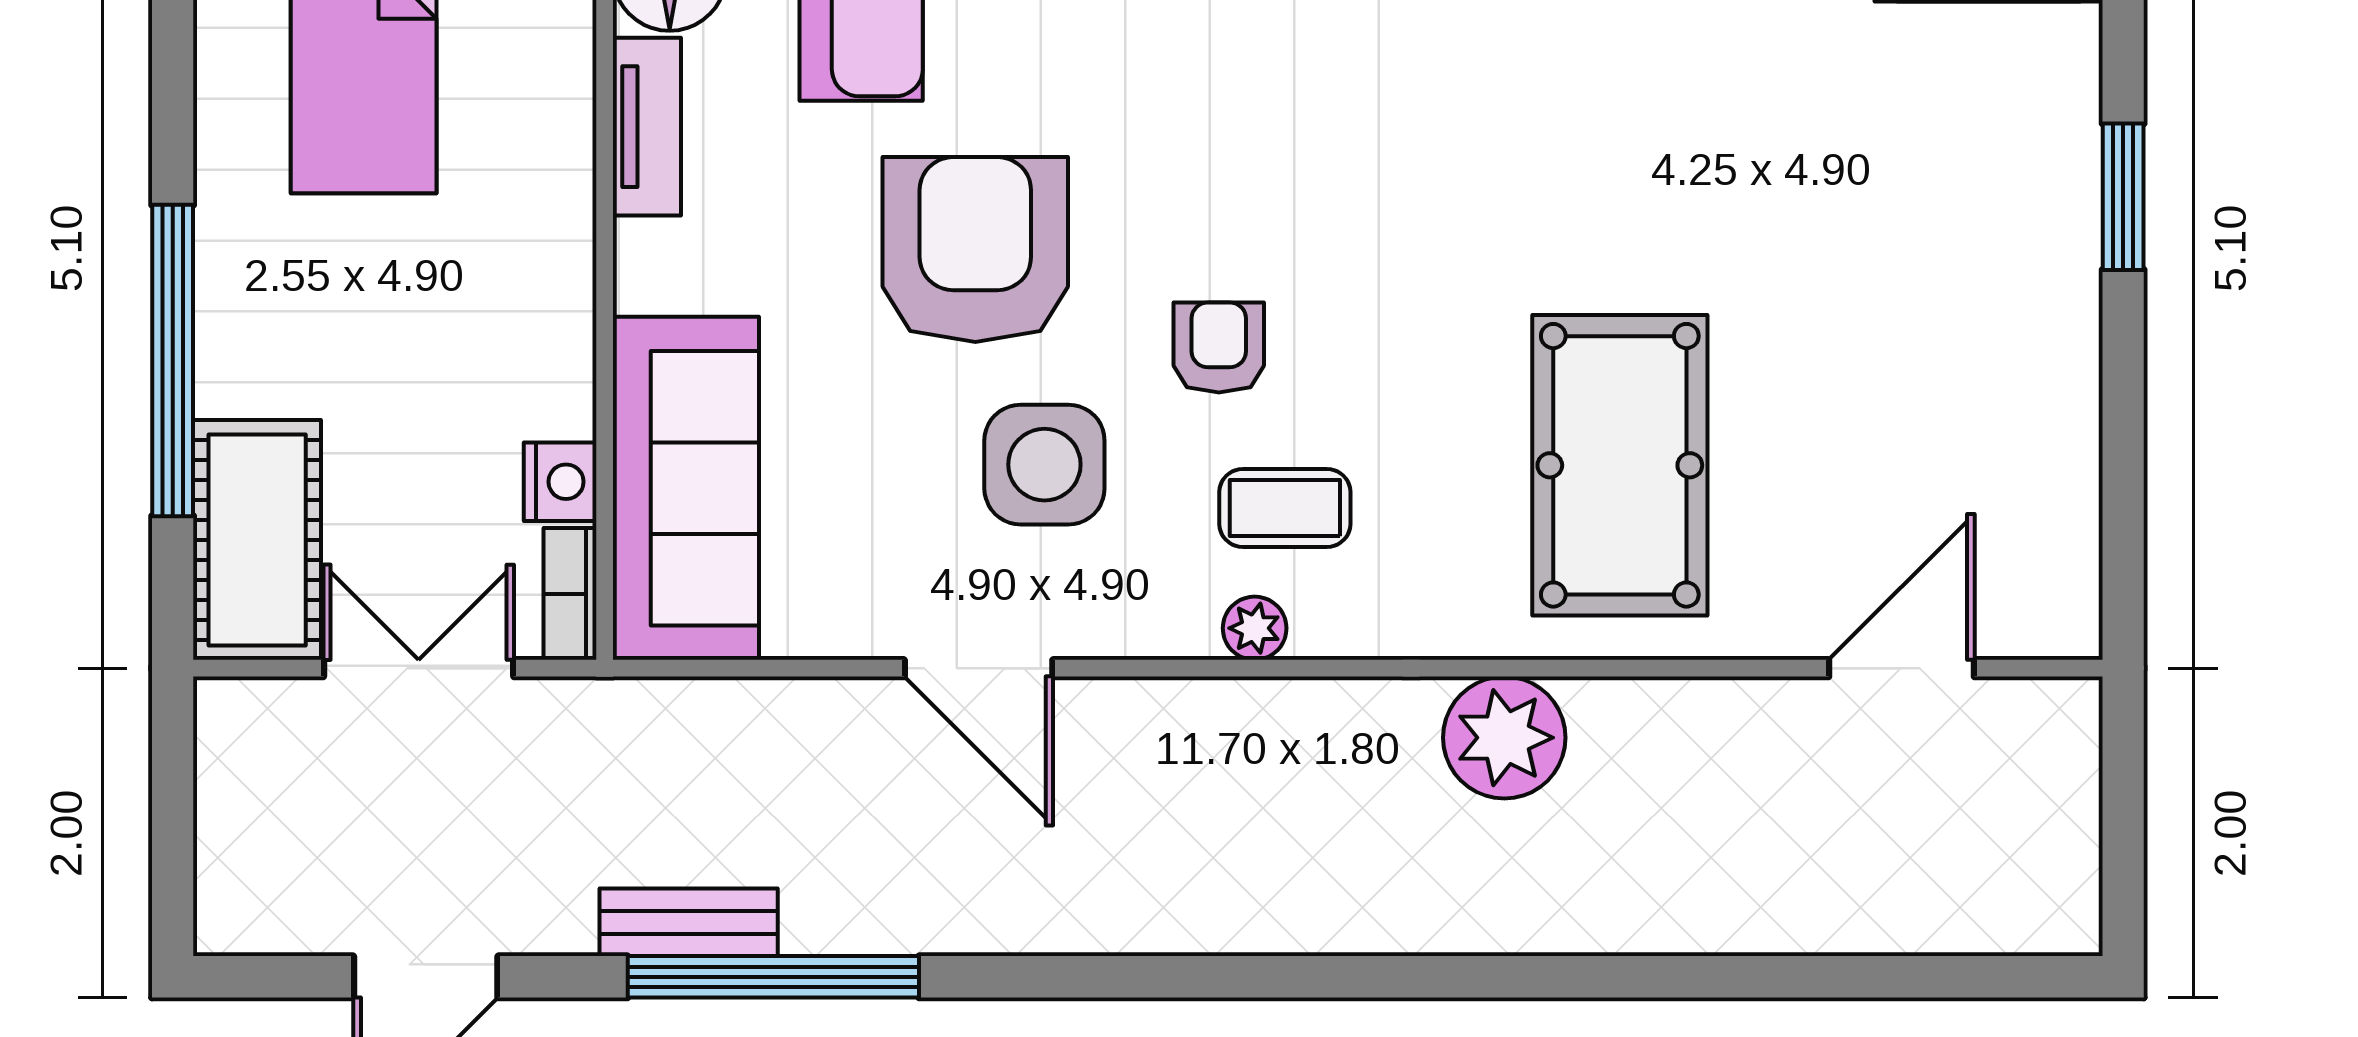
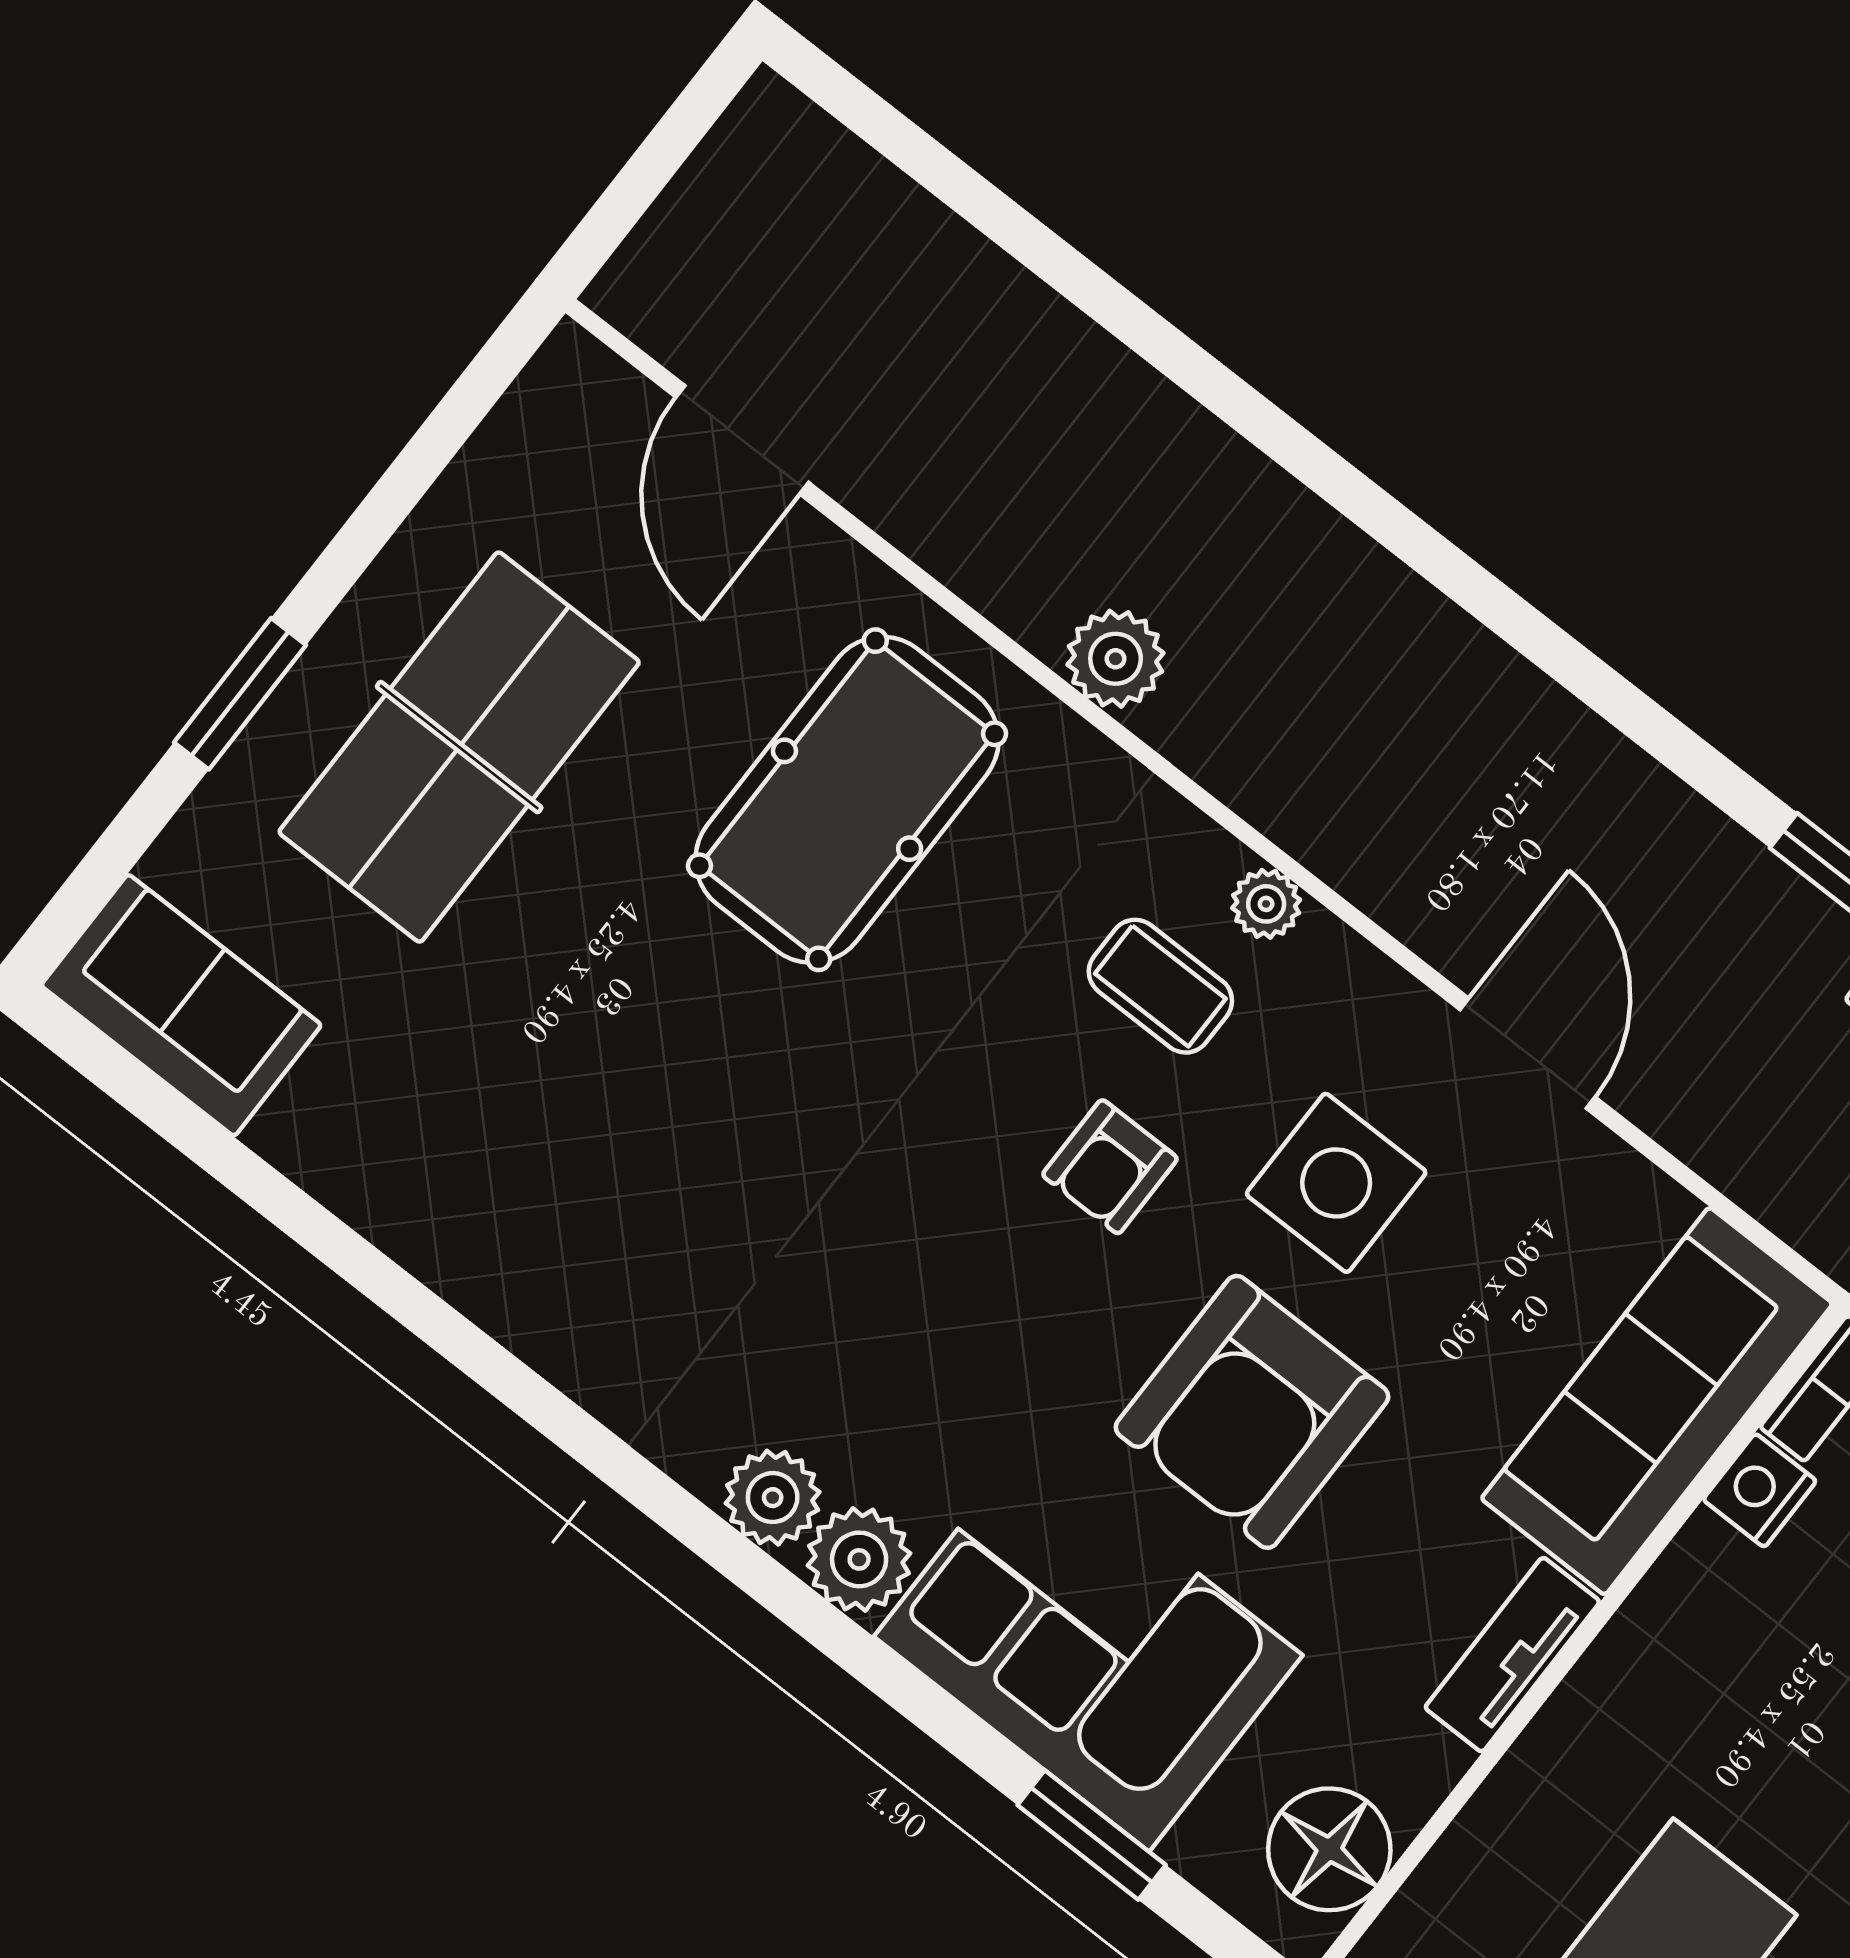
tv unit: (647, 127) -> (1512, 1655), moved
table tennis table: (1933, 283) -> (459, 747), added
door: (1901, 668) -> (742, 440), hinge flipped
plant: (1504, 738) -> (1116, 659), width x0.73, depth x0.73

